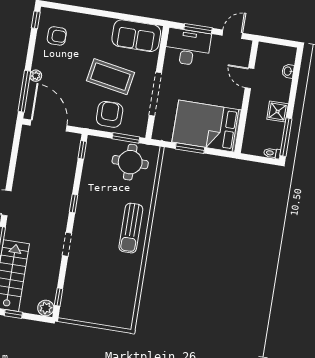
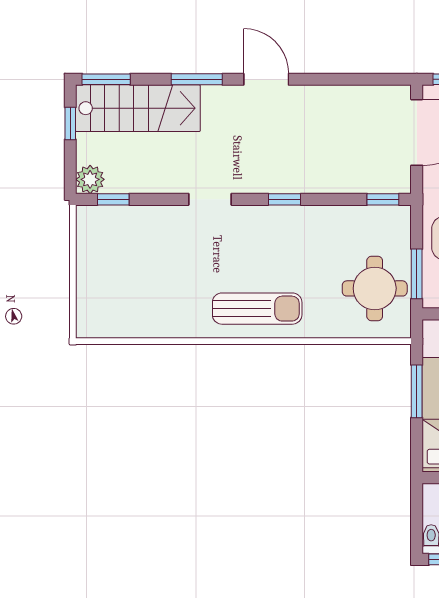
sun lounger: (131, 228) -> (257, 309), turned 180

